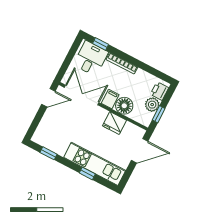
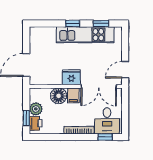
window: (159, 114) -> (26, 118), moved
fridge: (114, 123) -> (71, 77), moved
kitchen unit: (95, 164) -> (85, 35), moved
window: (87, 173) -> (73, 23), moved

